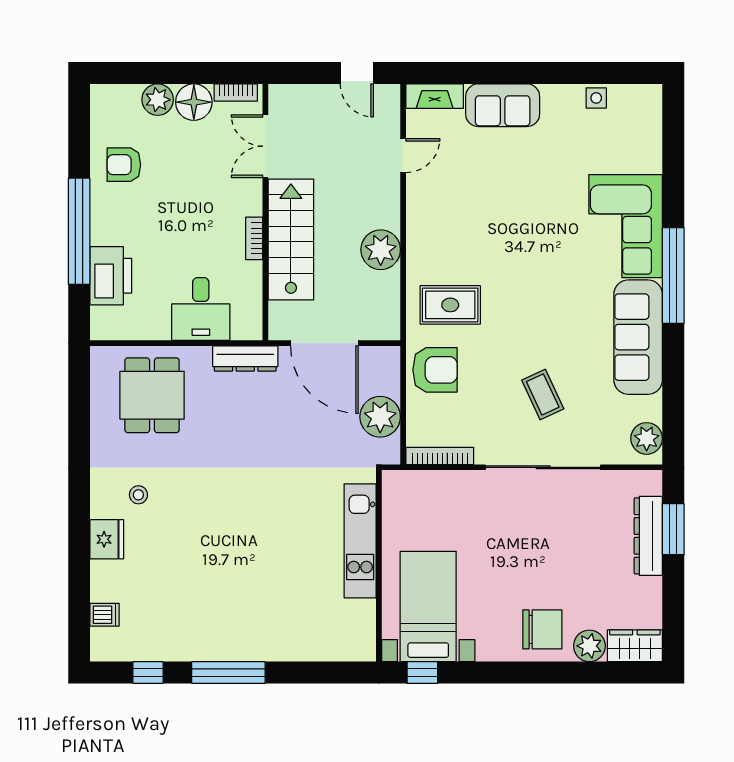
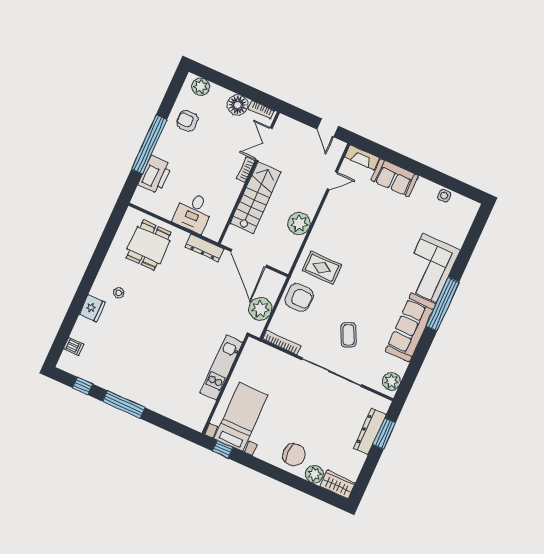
plant: (158, 100) -> (201, 87), moved
bookcase: (254, 238) -> (246, 170), moved

